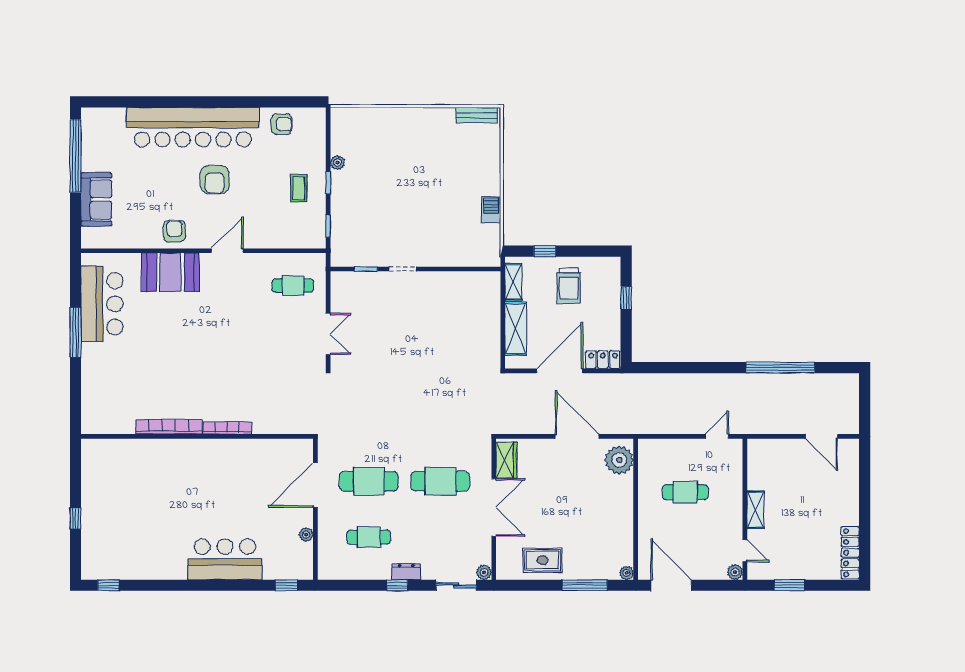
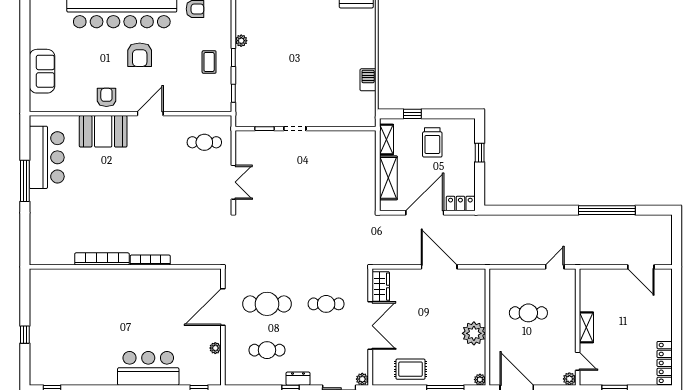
window: (75, 156) -> (25, 35), removed
plant: (619, 460) -> (474, 333), moved
cafe table: (440, 481) -> (326, 304), width x0.73, depth x0.74

